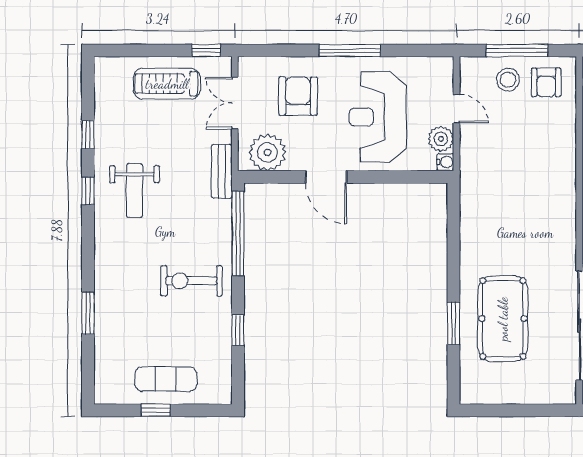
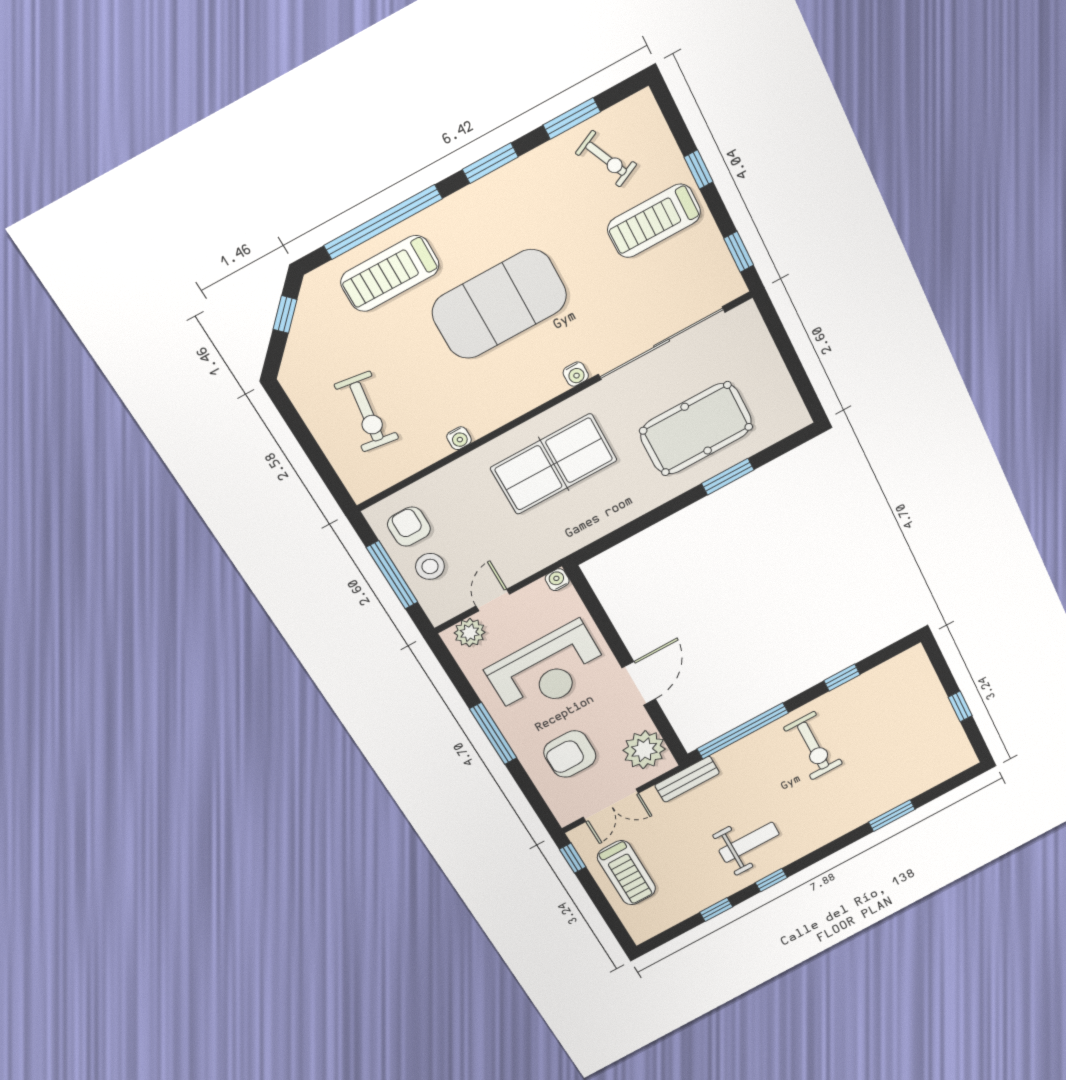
armchair: (546, 82) -> (409, 527), turned -90
plant: (441, 139) -> (470, 633), moved
table tennis table: (534, 206) -> (554, 464), added
exercise mat: (166, 379) -> (924, 715), removed

